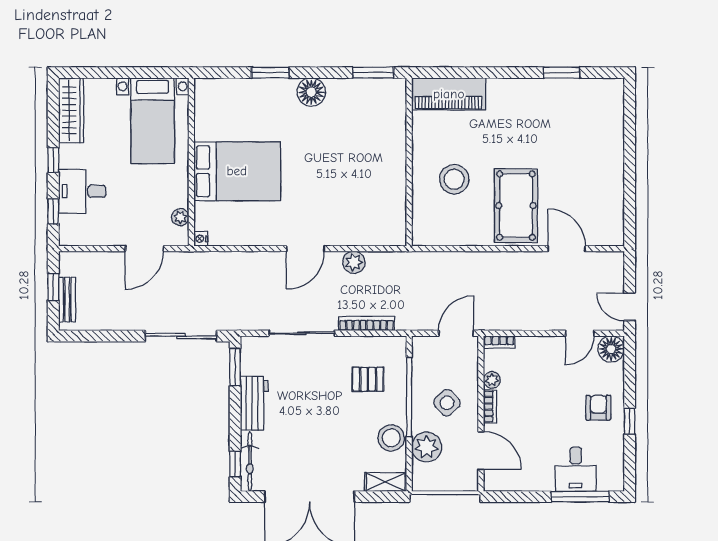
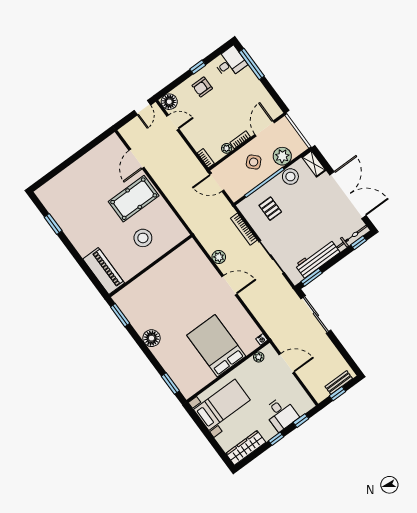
window: (270, 73) -> (170, 384), moved
workbench: (254, 403) -> (318, 259), width x1.38
desk: (576, 469) -> (230, 63), moved

